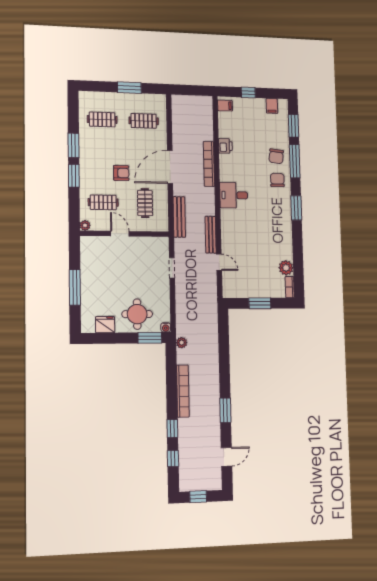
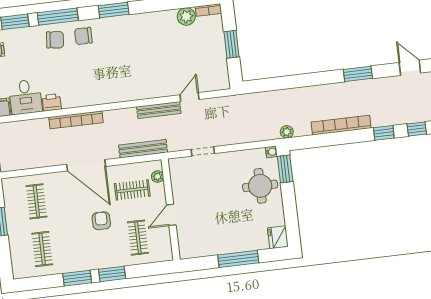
desk: (234, 195) -> (25, 97), moved
plant: (85, 225) -> (158, 177), moved
fridge: (105, 325) -> (278, 237), moved

